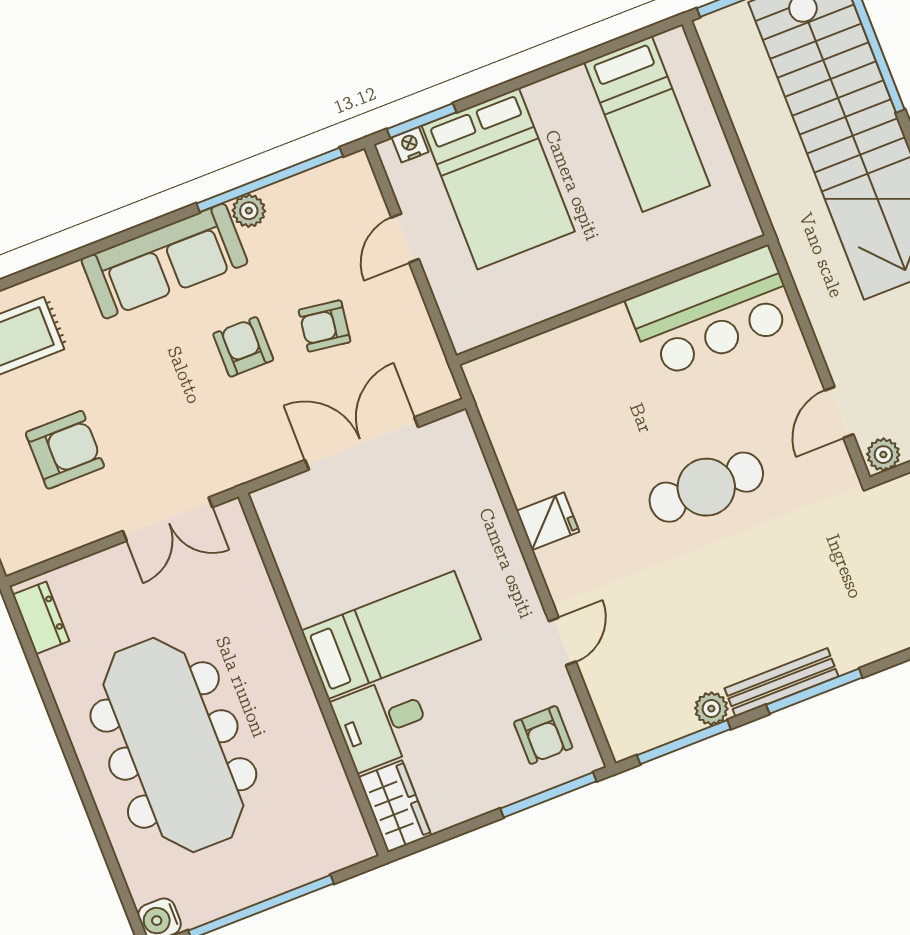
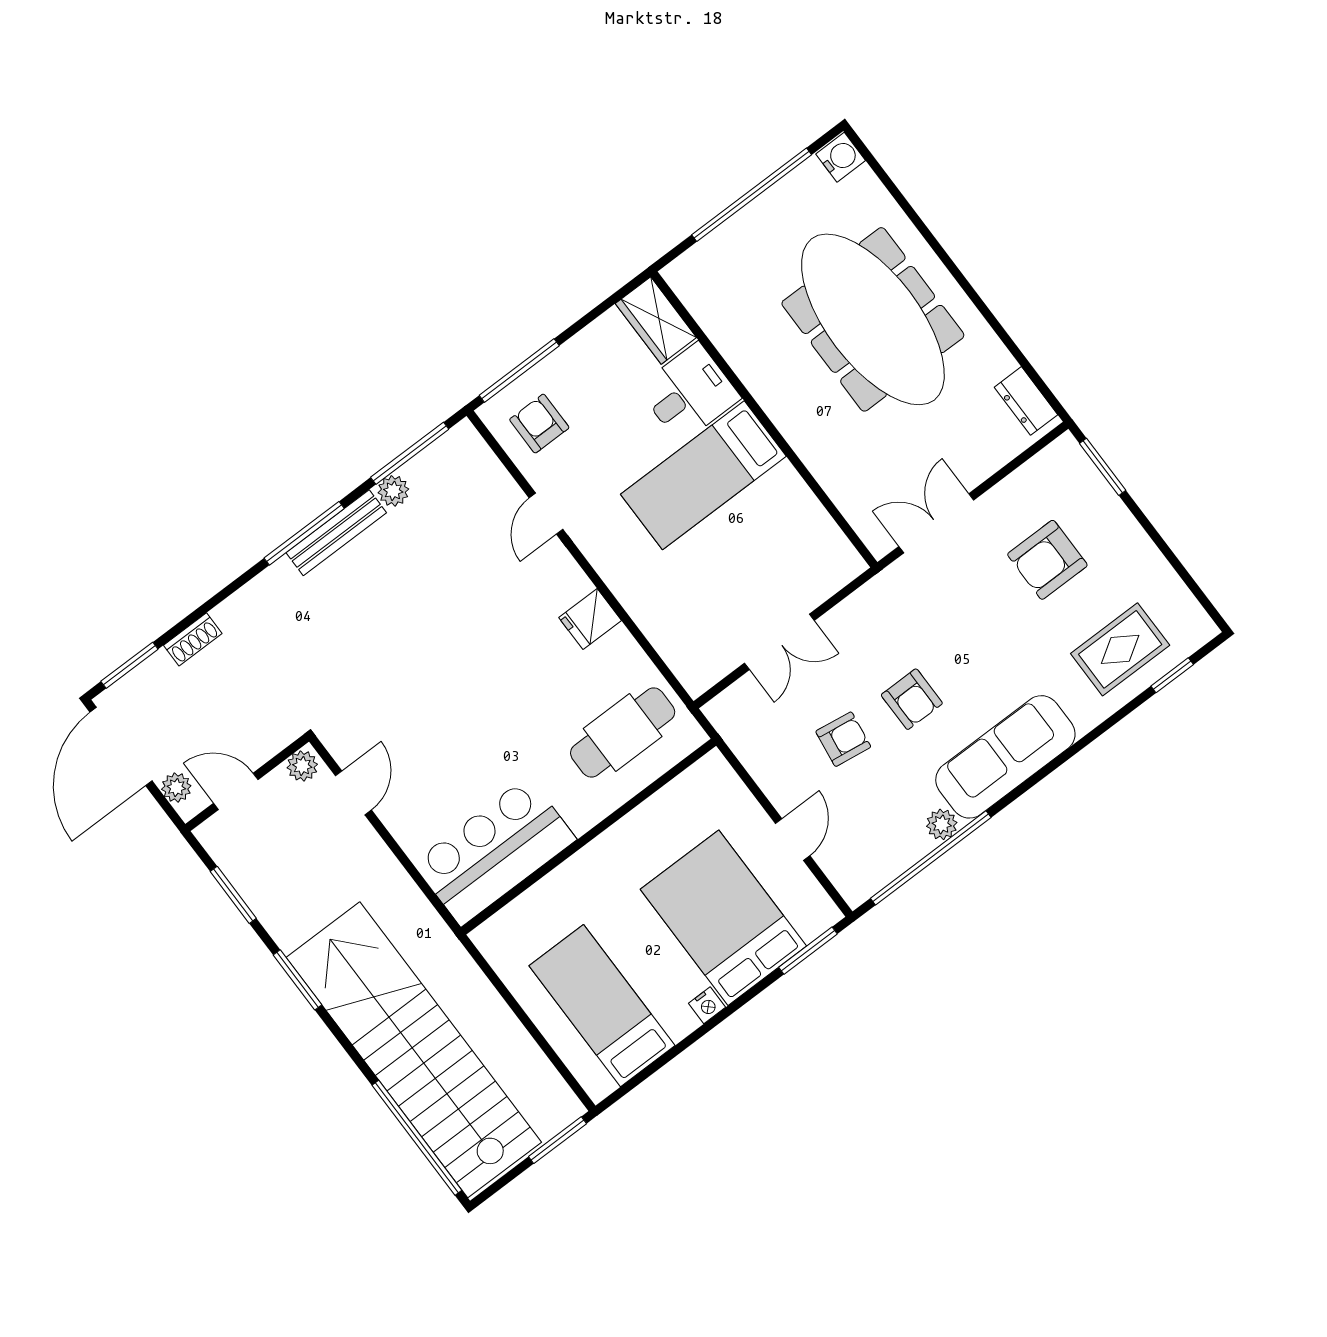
nightstand: (410, 145) -> (707, 1005), moved
double door: (362, 443) -> (779, 642), width x0.73
cafe table: (706, 487) -> (623, 733), moved

